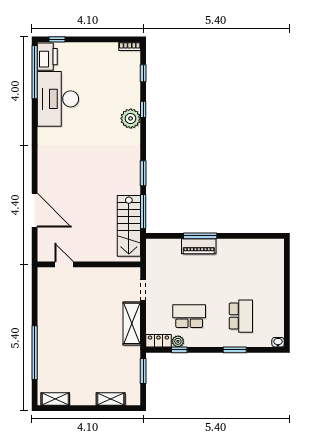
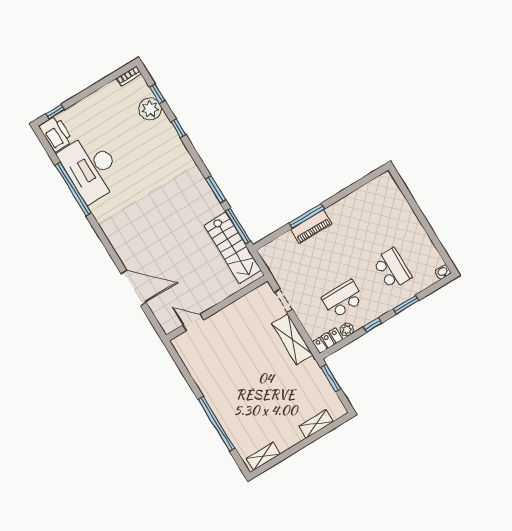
window: (35, 72) -> (73, 189), moved
plant: (131, 118) -> (150, 109), moved
window: (179, 350) -> (372, 325), moved

